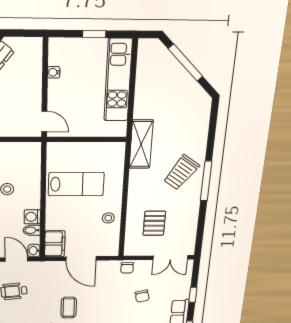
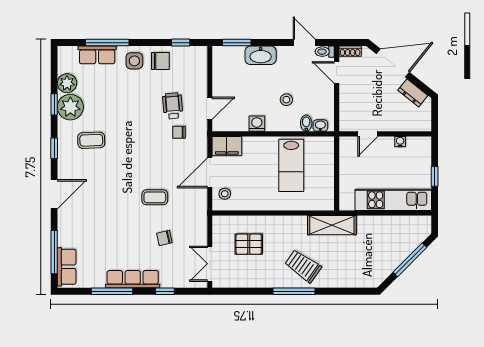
door: (44, 121) -> (368, 134), moved
stool: (108, 218) -> (225, 194), moved
bidet: (32, 230) -> (306, 123), moved
washbasin: (34, 251) -> (320, 126), moved
chair: (127, 268) -> (179, 132), moved
coffee table: (69, 308) -> (155, 197), moved

